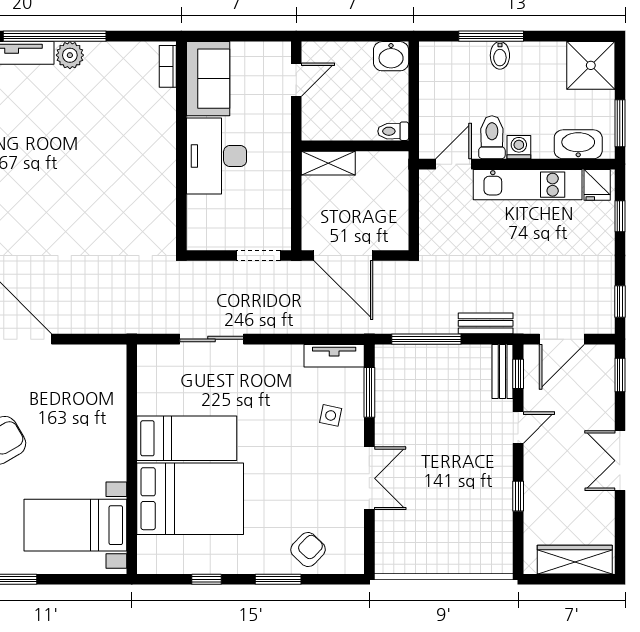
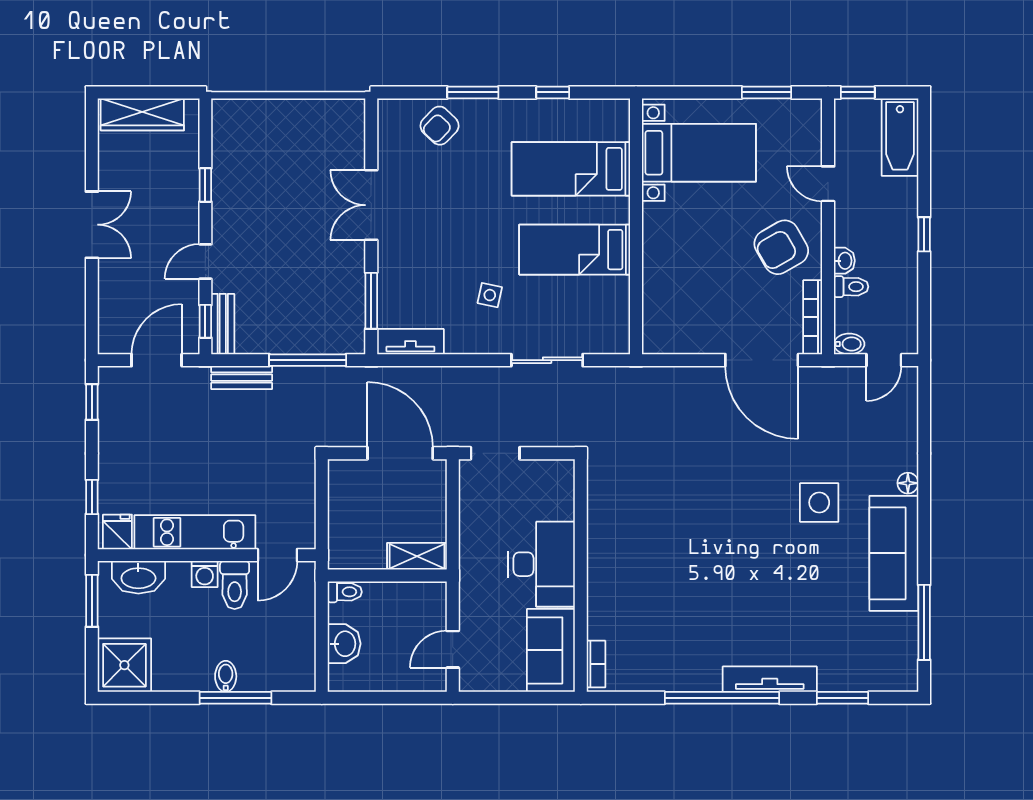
plant: (70, 55) -> (705, 677), removed
washbasin: (391, 56) -> (344, 644), moved, turned 90
window: (620, 375) -> (92, 320), removed
side table: (331, 415) -> (490, 295), moved
bed: (190, 499) -> (571, 169), width x0.67

